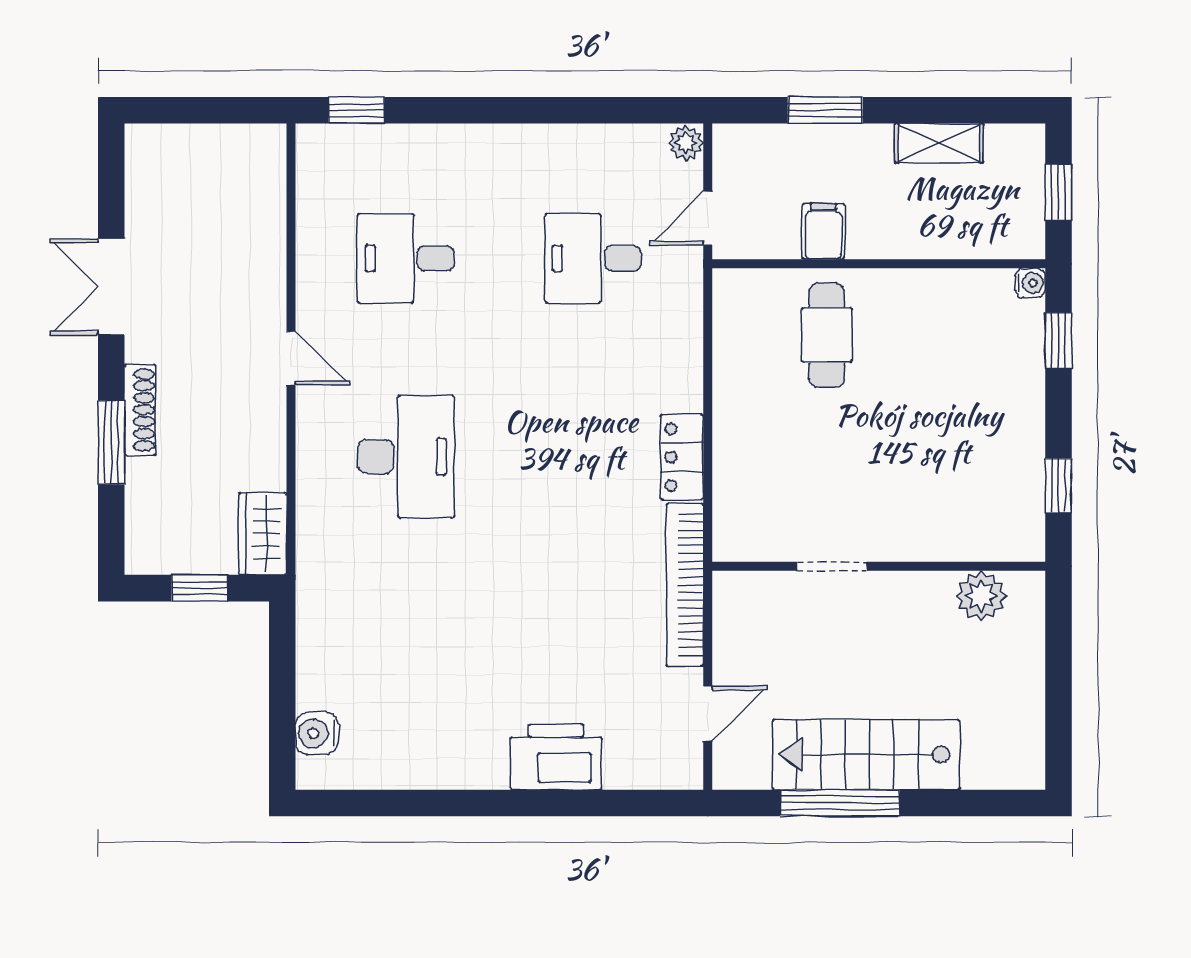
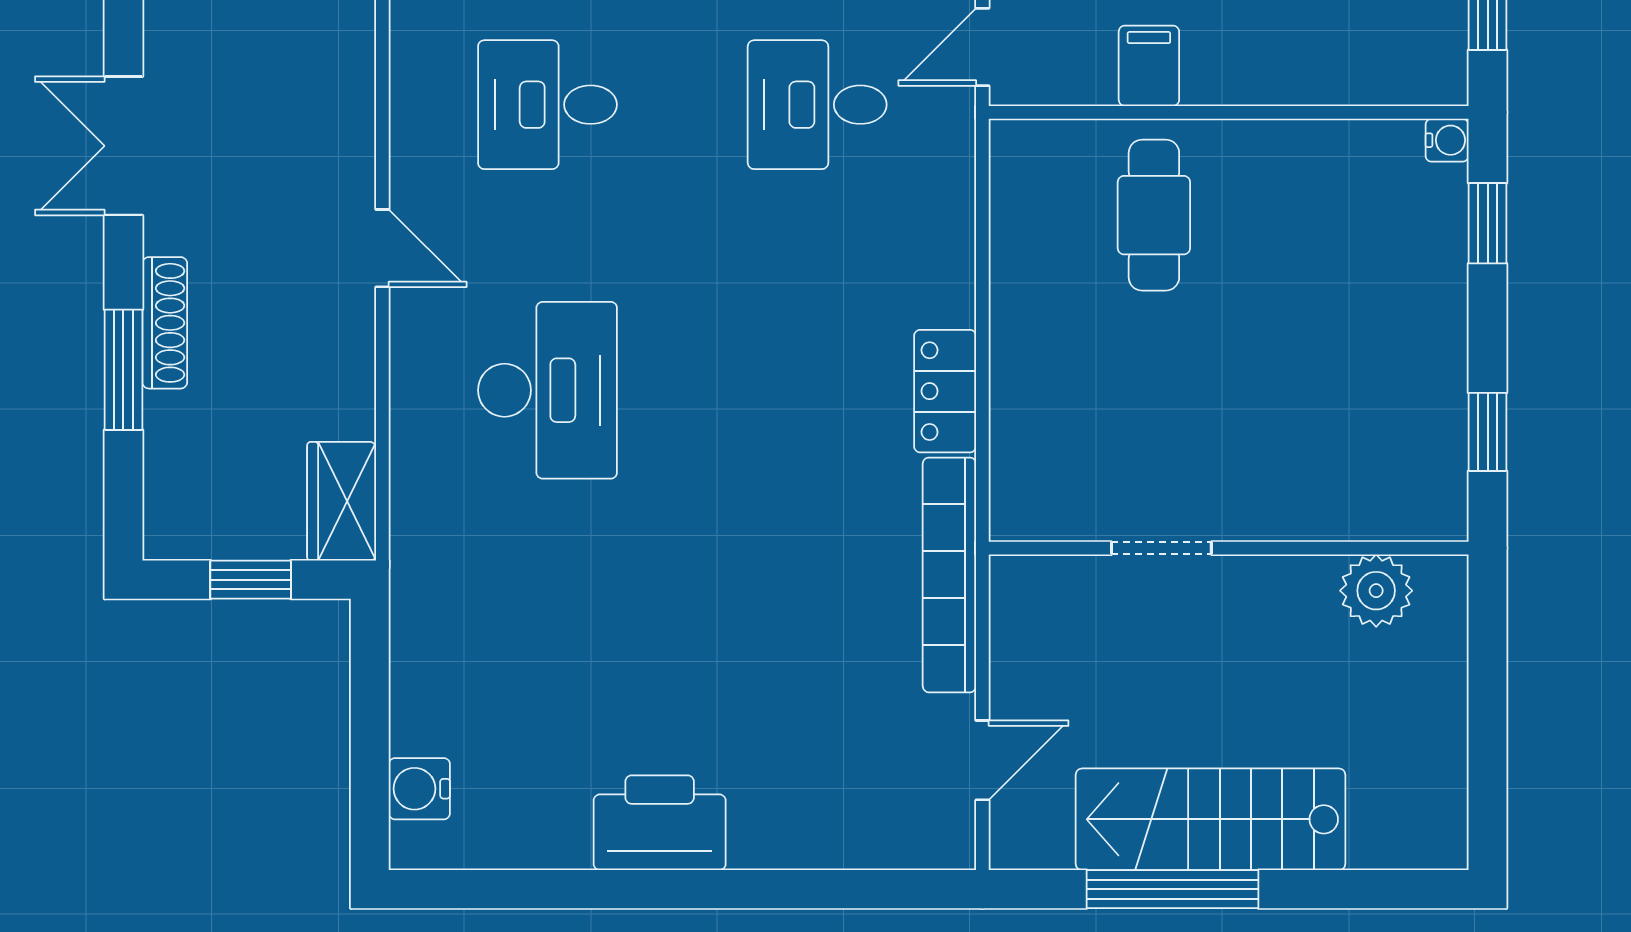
printer: (556, 757) -> (660, 823), moved

